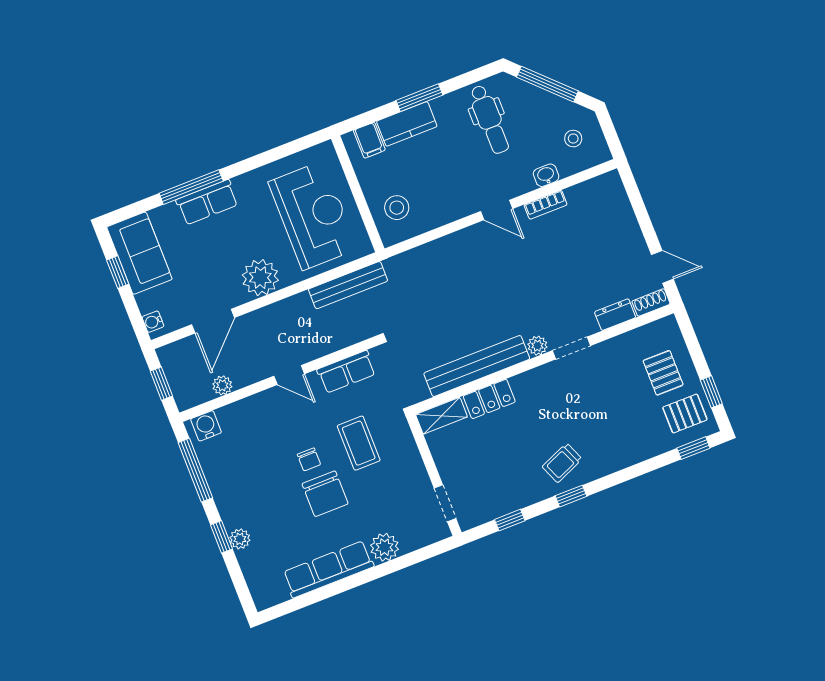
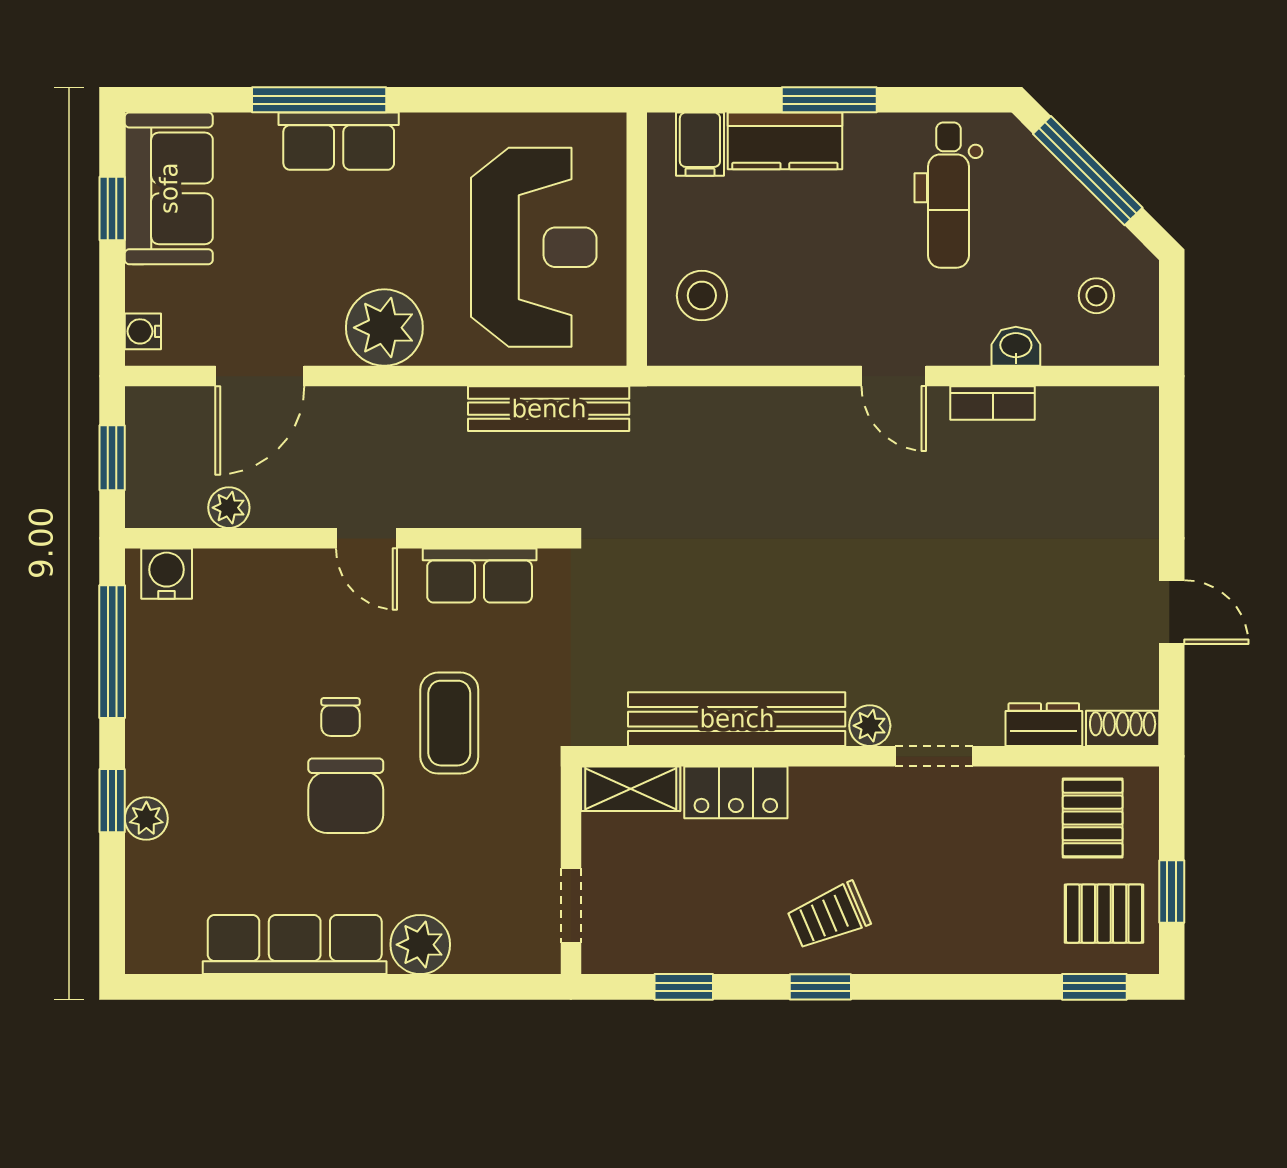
shoe rack: (651, 303) -> (1123, 728), moved
dresser: (615, 315) -> (1044, 725), moved
plant: (537, 346) -> (870, 726), moved
doorway: (571, 348) -> (934, 756), moved
wall: (543, 359) -> (870, 756), moved
bench: (477, 366) -> (737, 719), moved
locker: (489, 399) -> (736, 792), moved
shelving: (442, 416) -> (631, 789), moved

